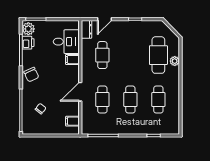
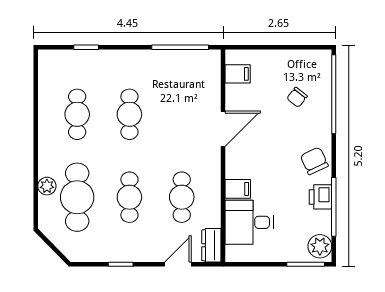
printer: (28, 43) -> (320, 197), moved
cafe table: (102, 100) -> (129, 197), moved

